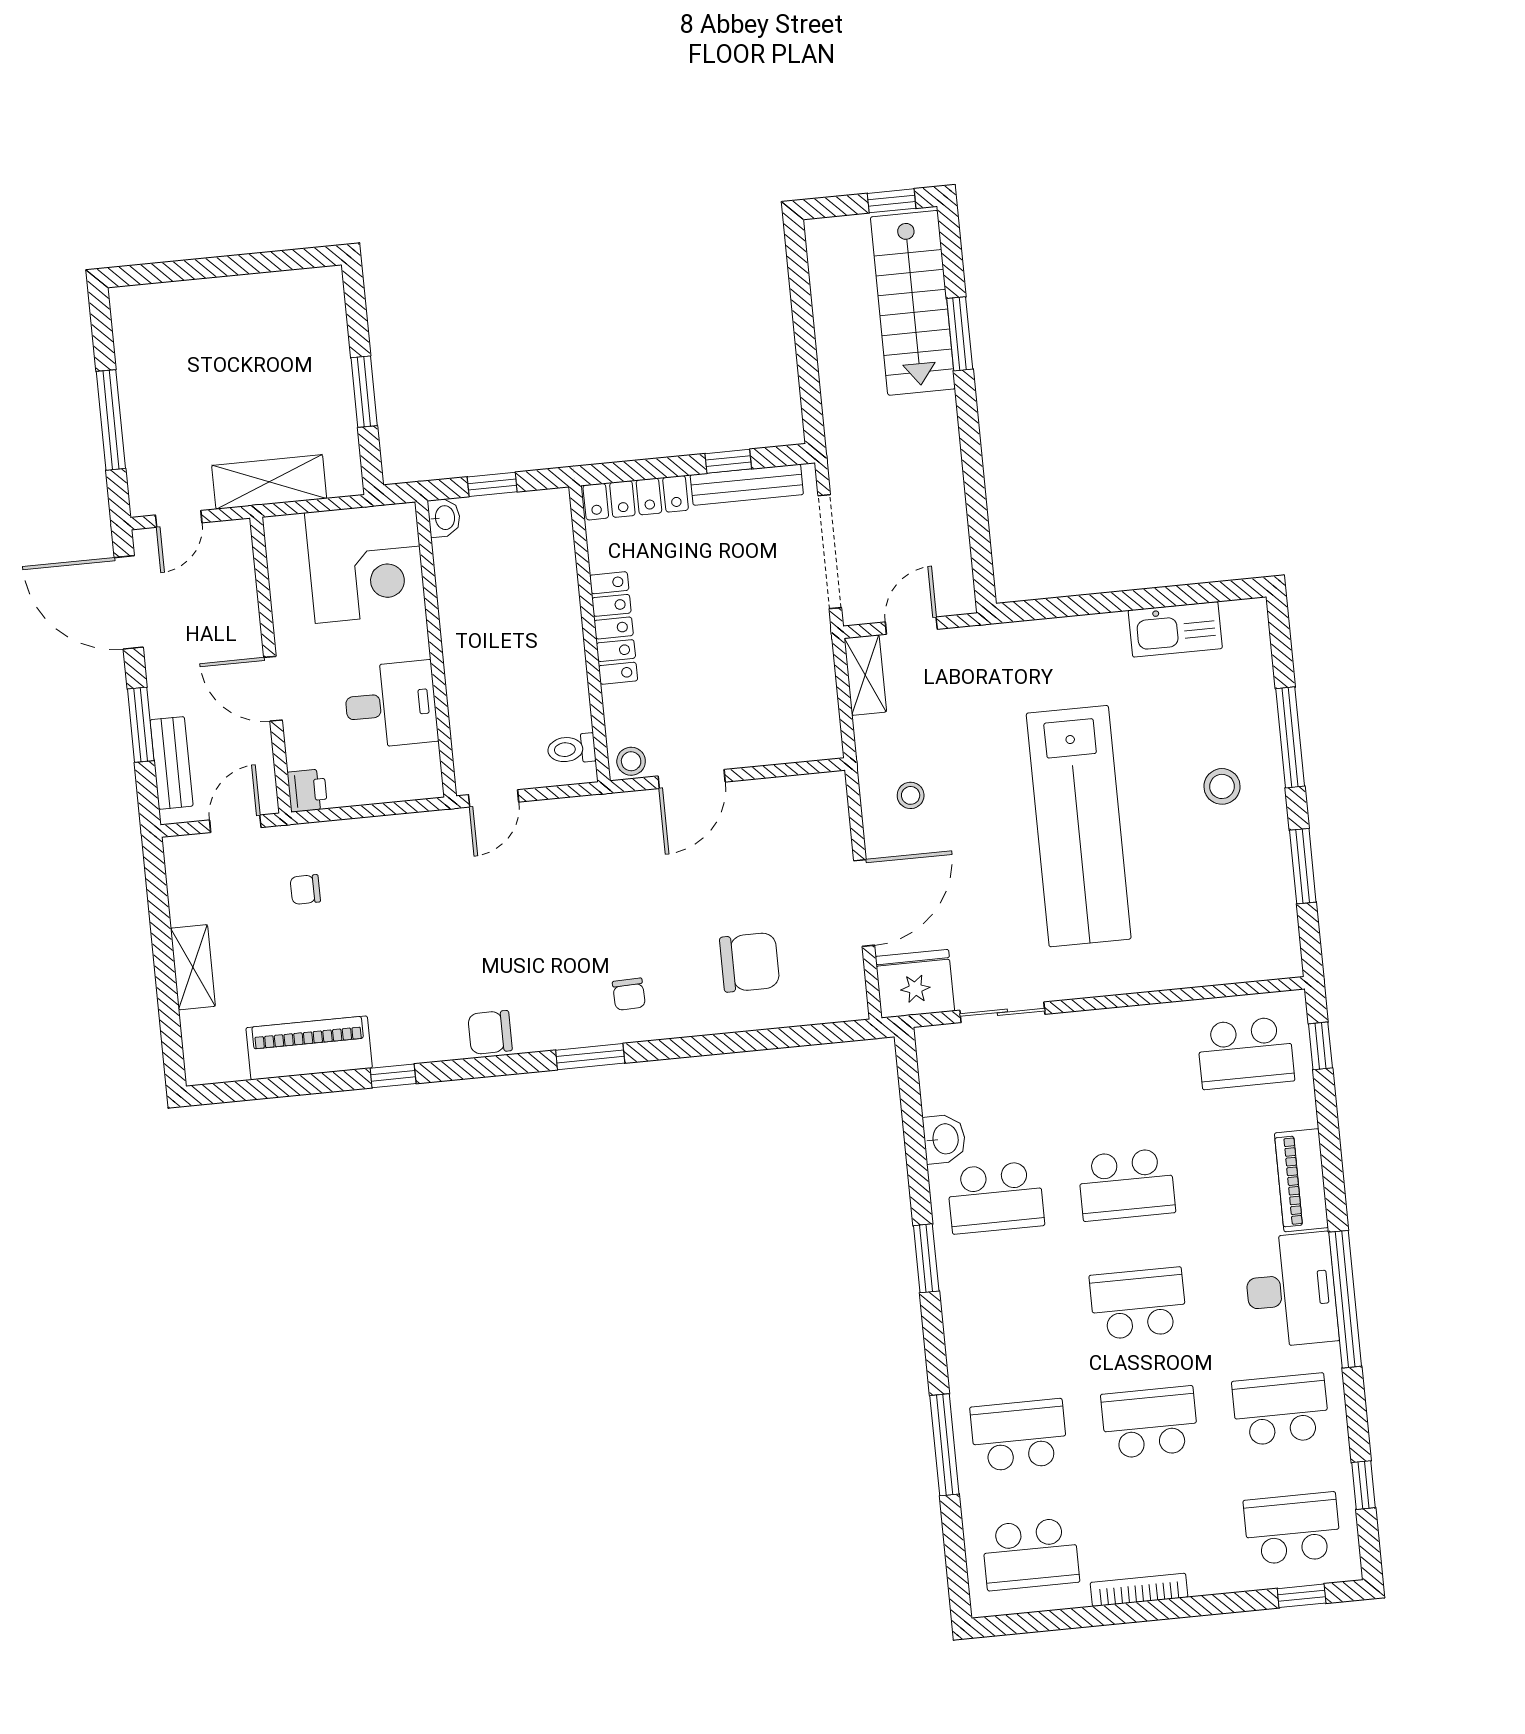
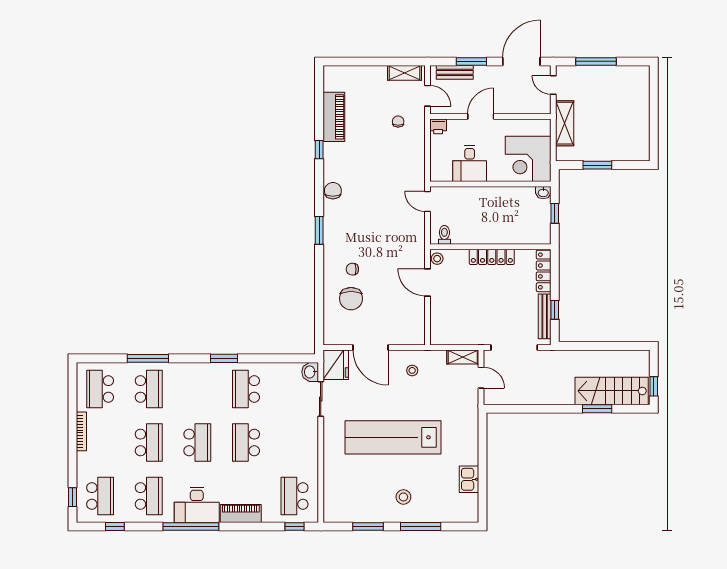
kitchen sink: (1175, 629) -> (469, 479), width x0.73
shelving: (193, 967) -> (405, 73), moved
chair: (629, 994) -> (352, 269), moved
washbasin: (944, 1139) -> (310, 372), moved, turned 90

